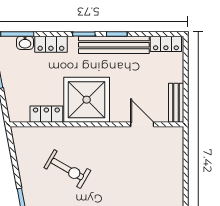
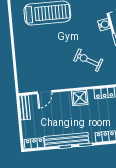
shower: (87, 100) -> (80, 98), width x0.54, depth x0.54
door: (142, 124) -> (44, 92), hinge flipped

